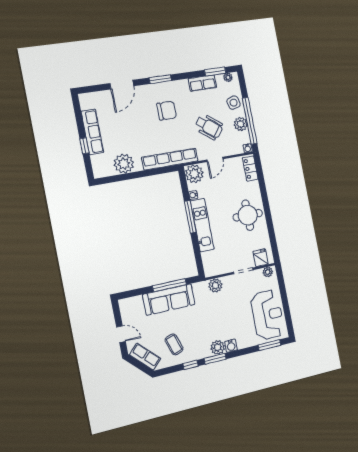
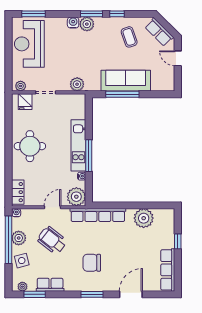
row of seats: (92, 132) -> (168, 270), moved

